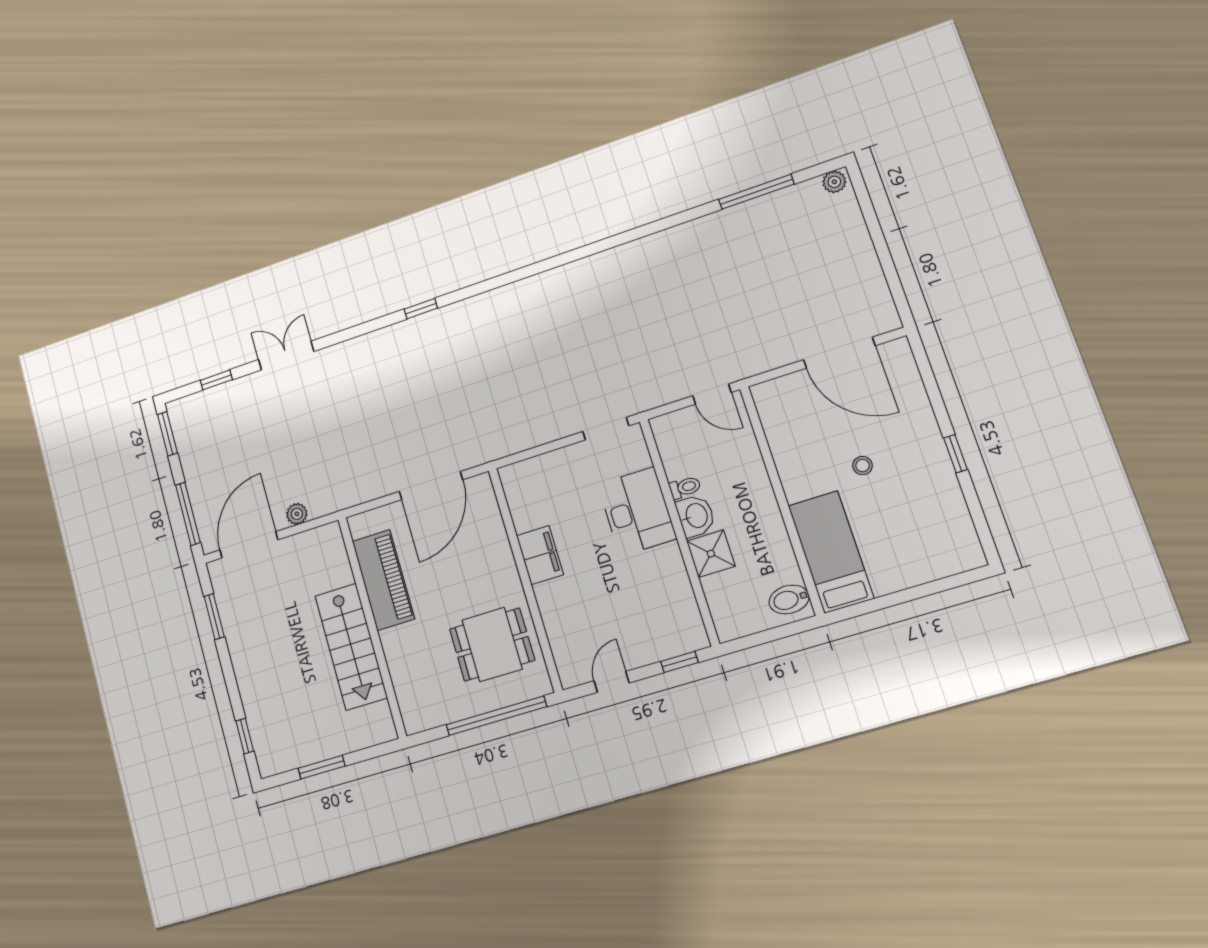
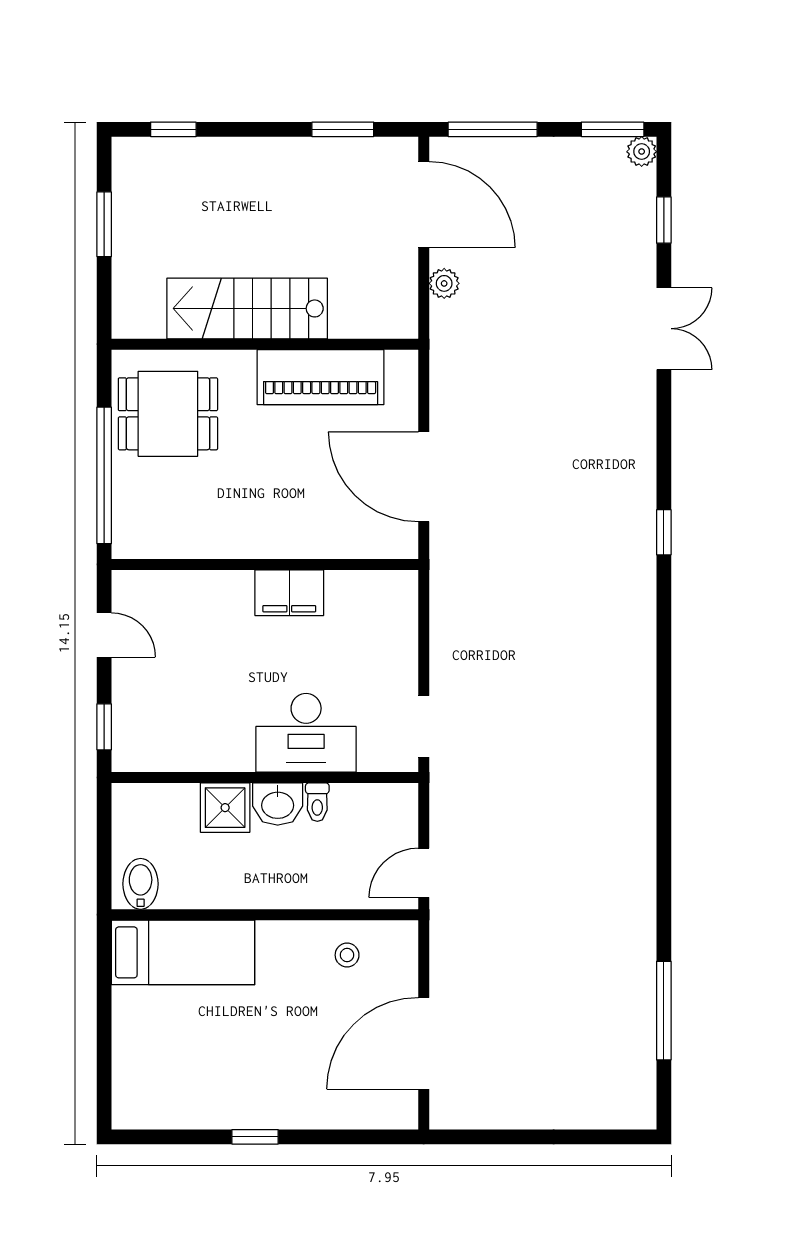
plant: (834, 182) -> (642, 152), moved
stool: (863, 466) -> (347, 955), moved
dining table: (492, 645) -> (168, 414), moved, turned 90

